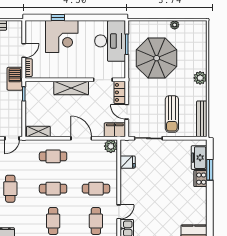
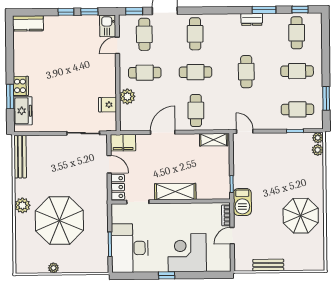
window: (58, 18) -> (167, 275), moved
parasol: (157, 58) -> (59, 221), moved
sun lounger: (172, 114) -> (56, 162), removed
door: (12, 138) -> (245, 131), hinge flipped
door: (81, 138) -> (163, 132), swing flipped
plant: (111, 146) -> (127, 96), moved
cafe table: (53, 156) -> (196, 110), turned 90

